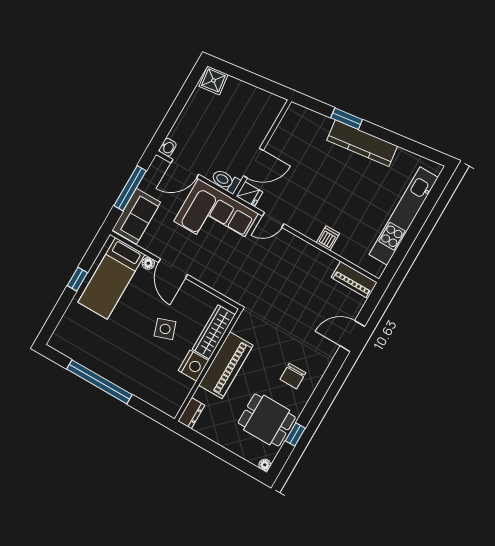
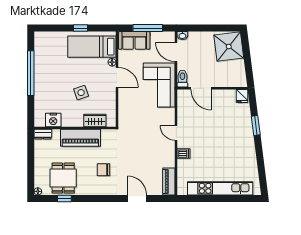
shower: (213, 80) -> (229, 47), width x1.86, depth x1.86
kitchen counter: (362, 143) -> (247, 142), removed
fridge: (250, 194) -> (242, 96), moved
door: (273, 220) -> (176, 133), moved
door: (173, 268) -> (117, 77), swing flipped
wardrobe: (214, 332) -> (95, 121), width x0.67
nightstand: (193, 366) -> (53, 120), moved
chair: (293, 376) -> (103, 170), moved

